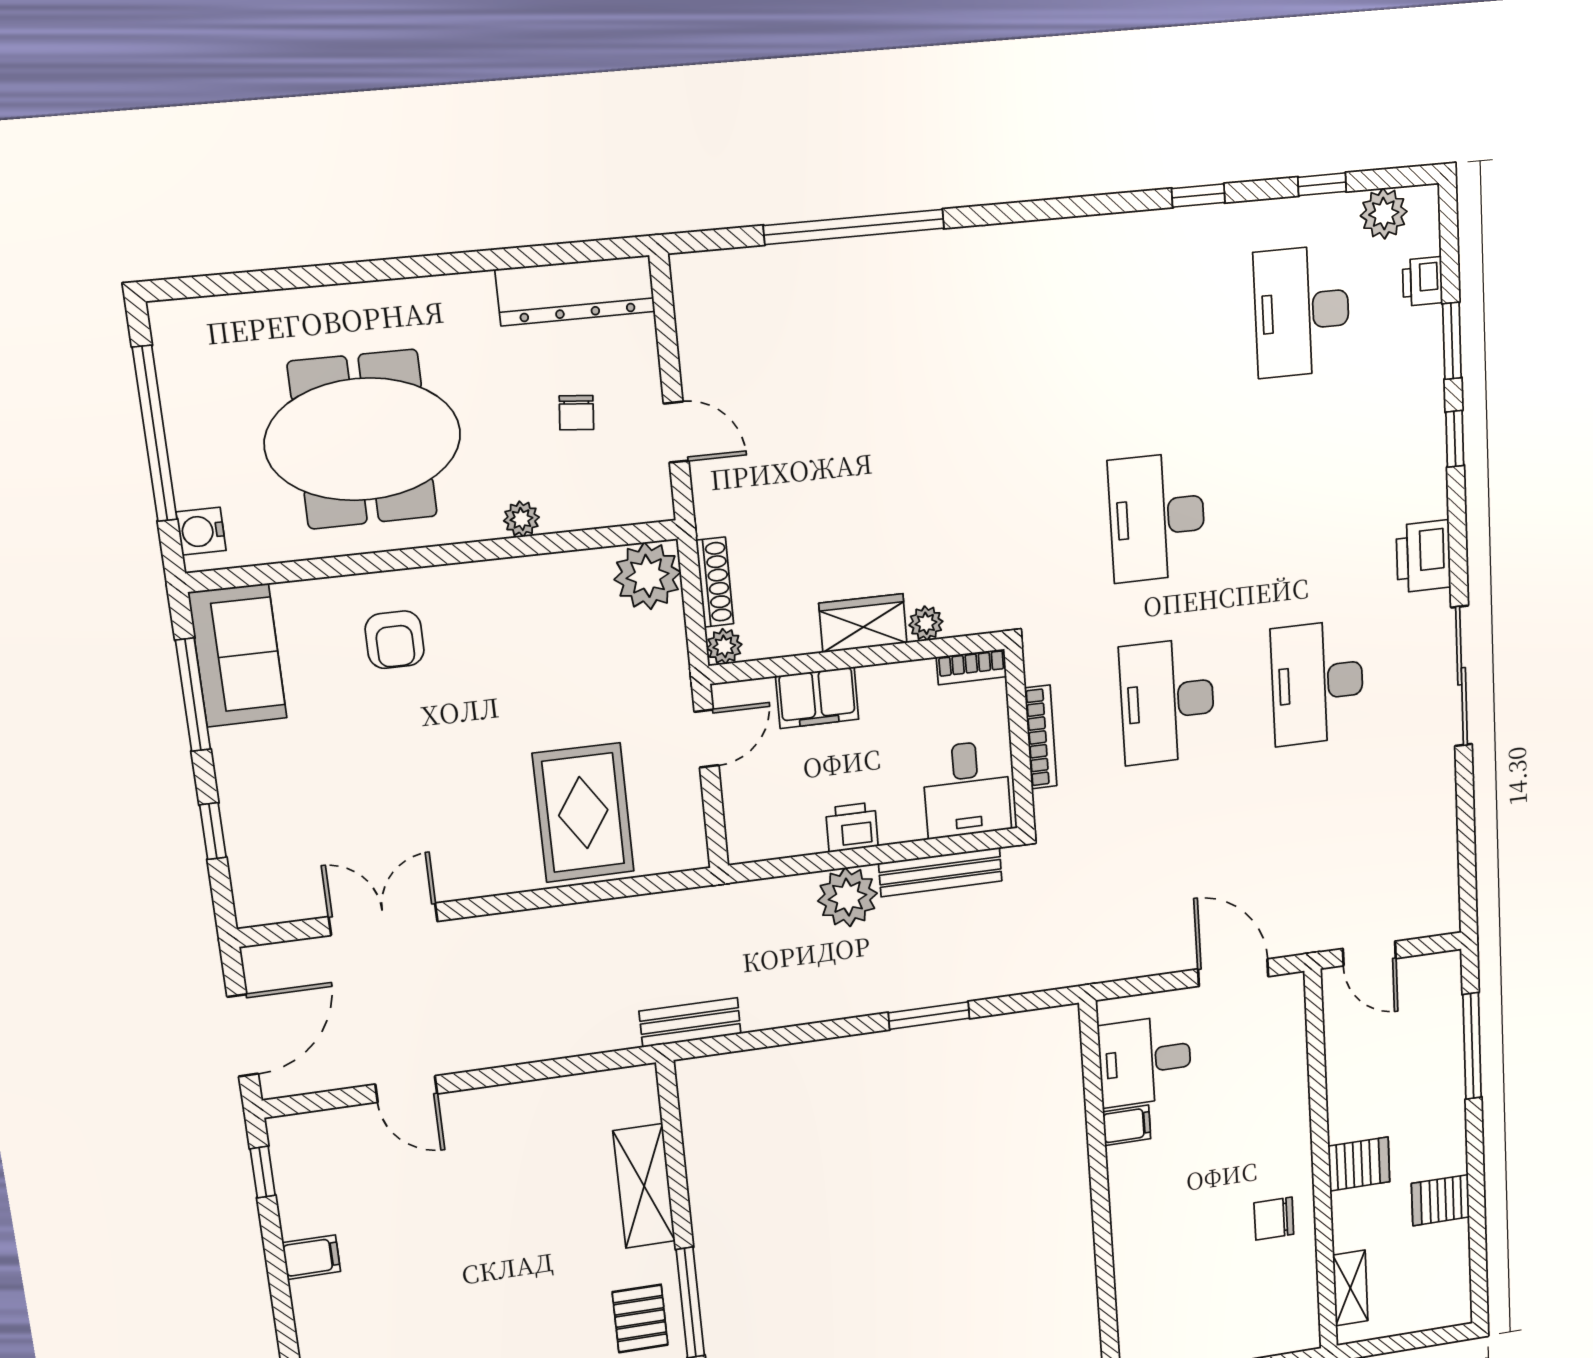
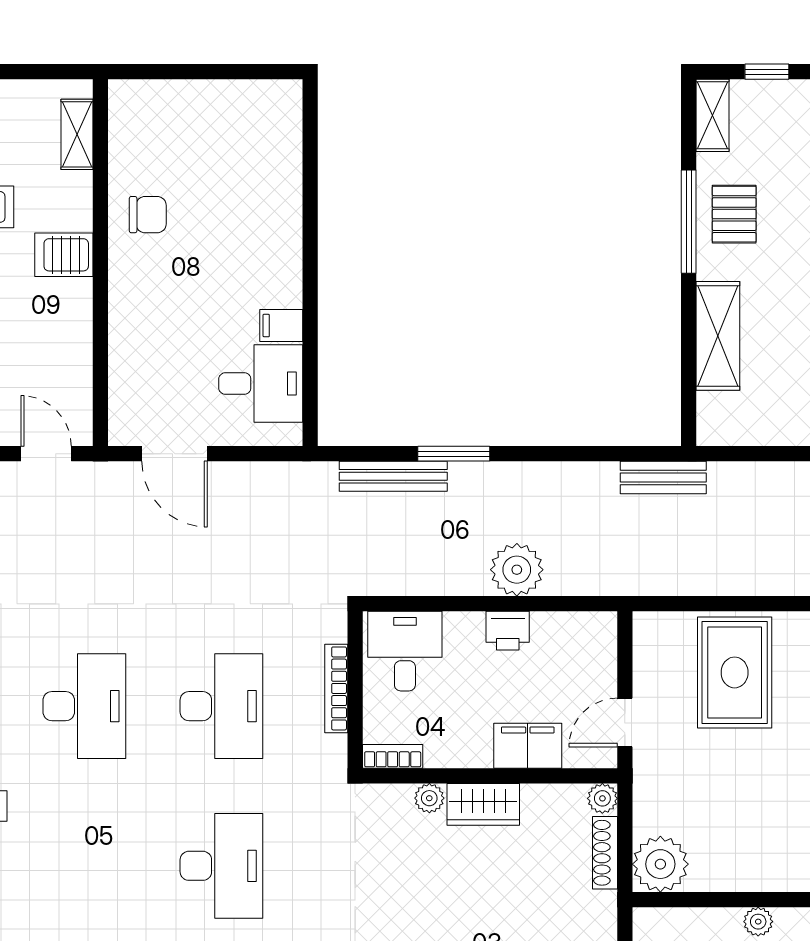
bench: (940, 872) -> (393, 476), moved

